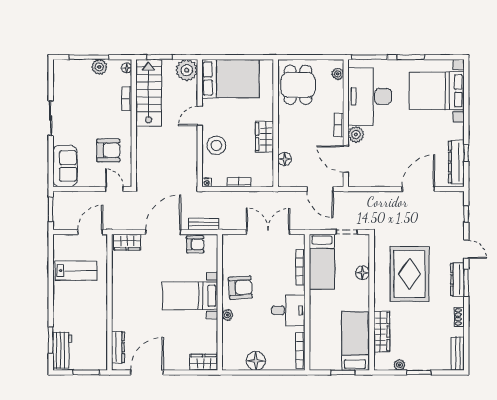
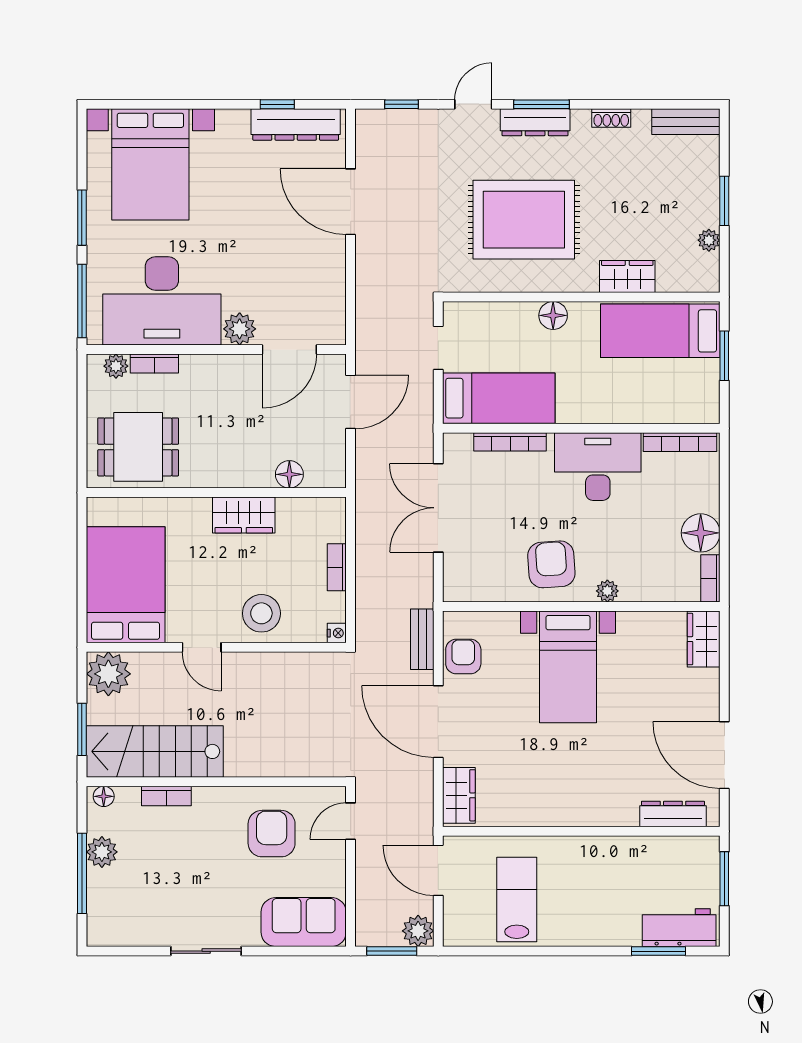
bookcase: (339, 125) -> (154, 363), moved
plant: (61, 222) -> (418, 931), added
floor lamp: (363, 273) -> (553, 315), moved
desk: (288, 310) -> (598, 467), width x1.37
wardrobe: (382, 332) -> (627, 276), width x0.67
bookcase: (234, 366) -> (710, 578), added

